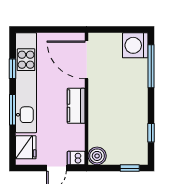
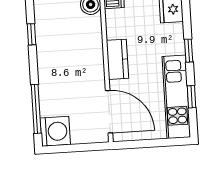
kitchen unit: (26, 83) -> (176, 97), width x0.73
window: (13, 110) -> (189, 51), width x0.67

